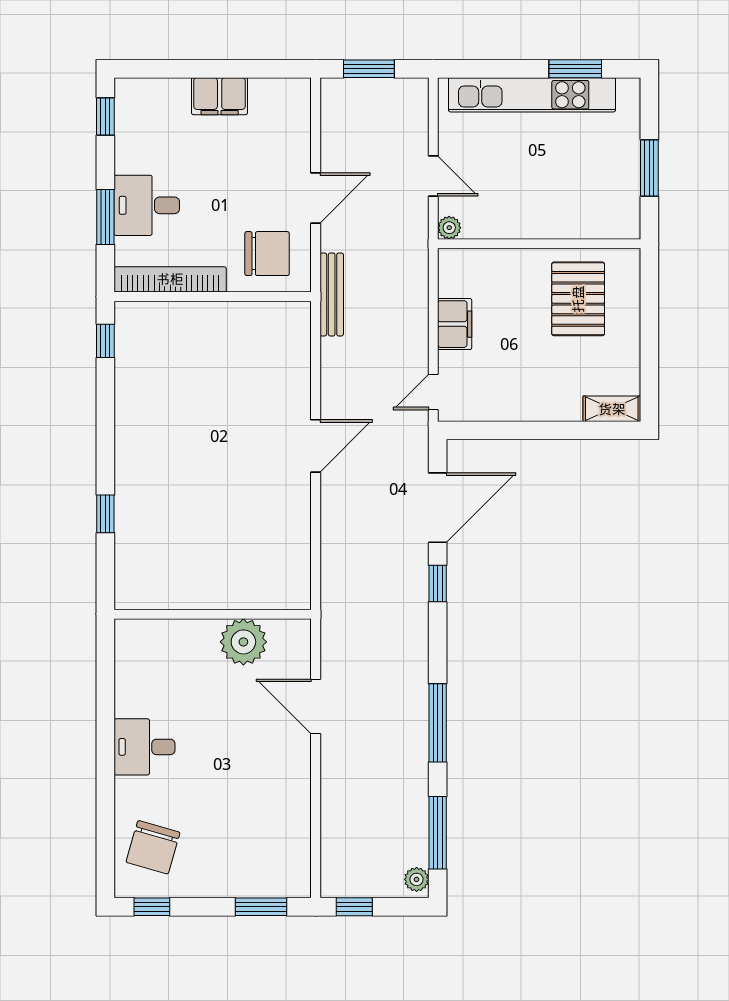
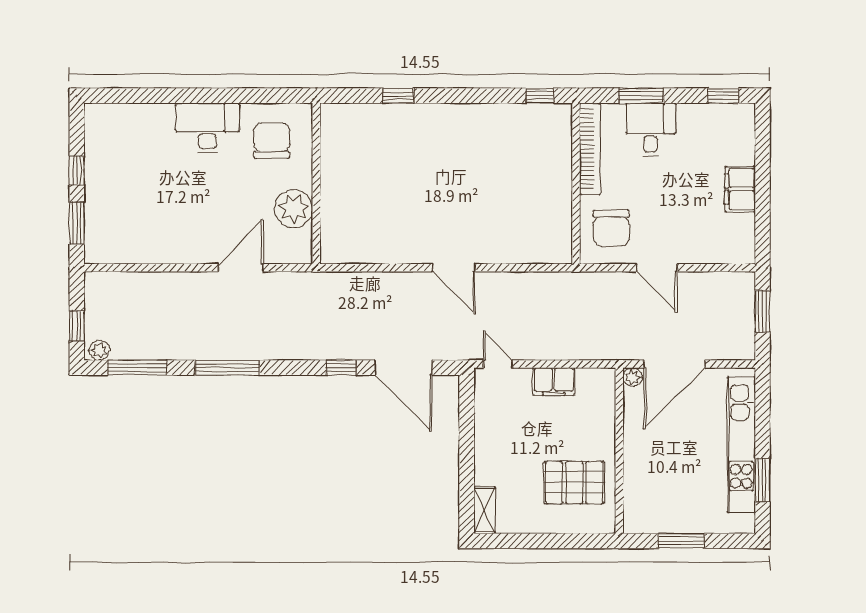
door: (433, 176) -> (675, 364), width x1.87
bench: (332, 294) -> (578, 281), removed
desk: (145, 747) -> (208, 128), width x1.37
chair: (153, 847) -> (272, 141), moved, turned 74
window: (152, 907) -> (77, 170), moved
window: (354, 907) -> (77, 326), moved

